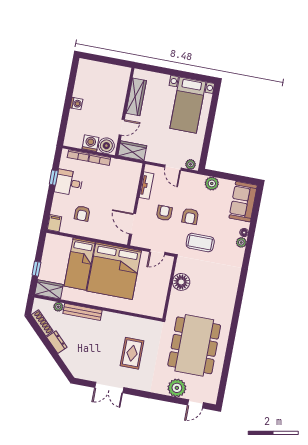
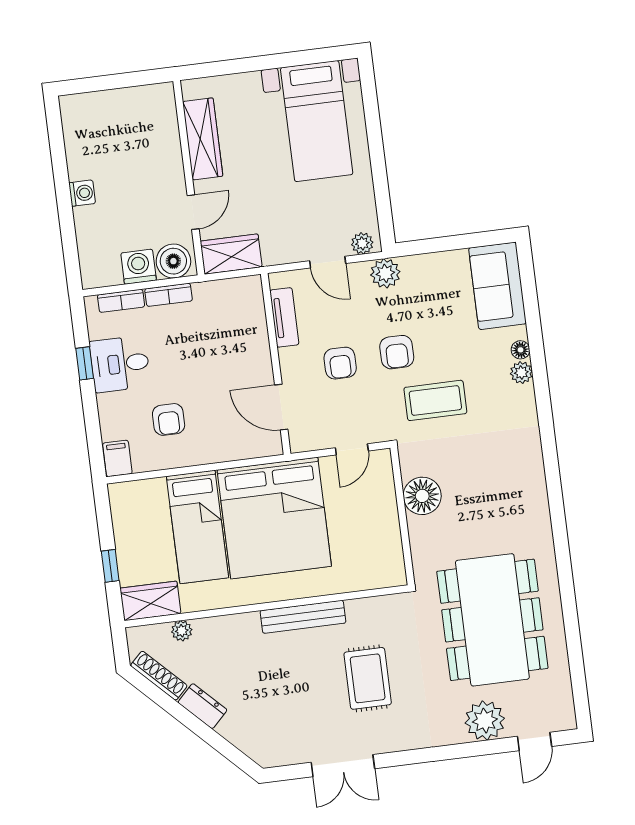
plant: (212, 183) -> (385, 273), moved
armchair: (164, 213) -> (340, 363), turned 180
bench: (83, 312) -> (303, 617), moved

